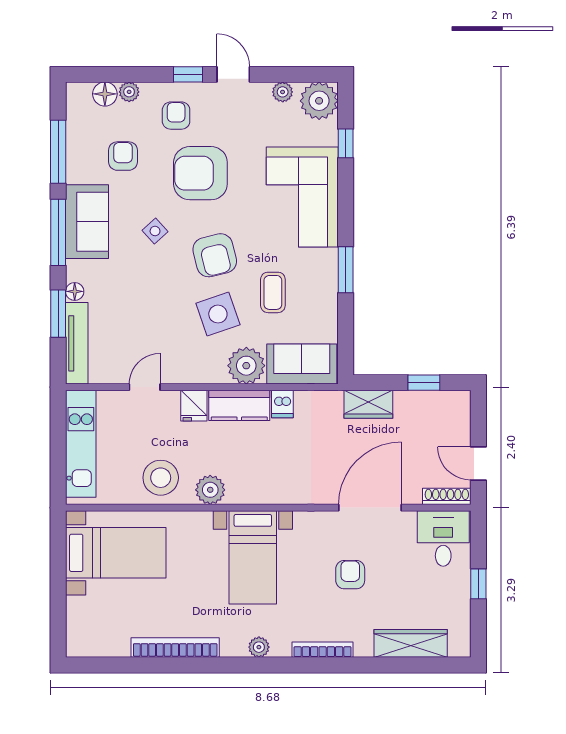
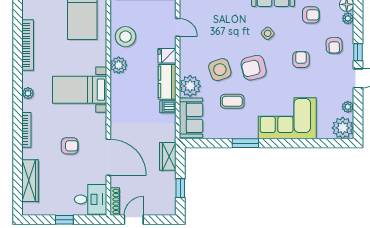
armchair: (176, 116) -> (334, 45), turned 88
window: (346, 143) -> (318, 143), removed
armchair: (200, 173) -> (301, 59), width x0.53, depth x0.53

